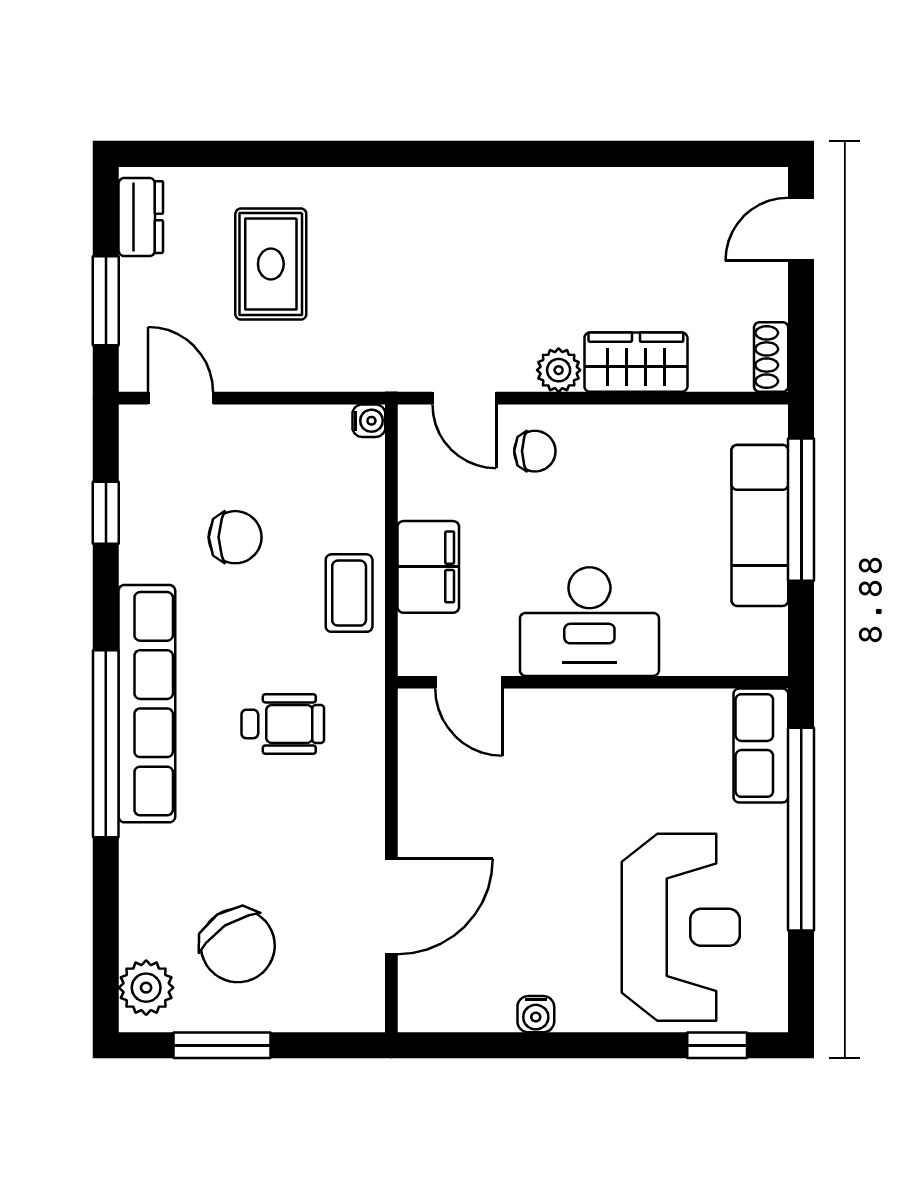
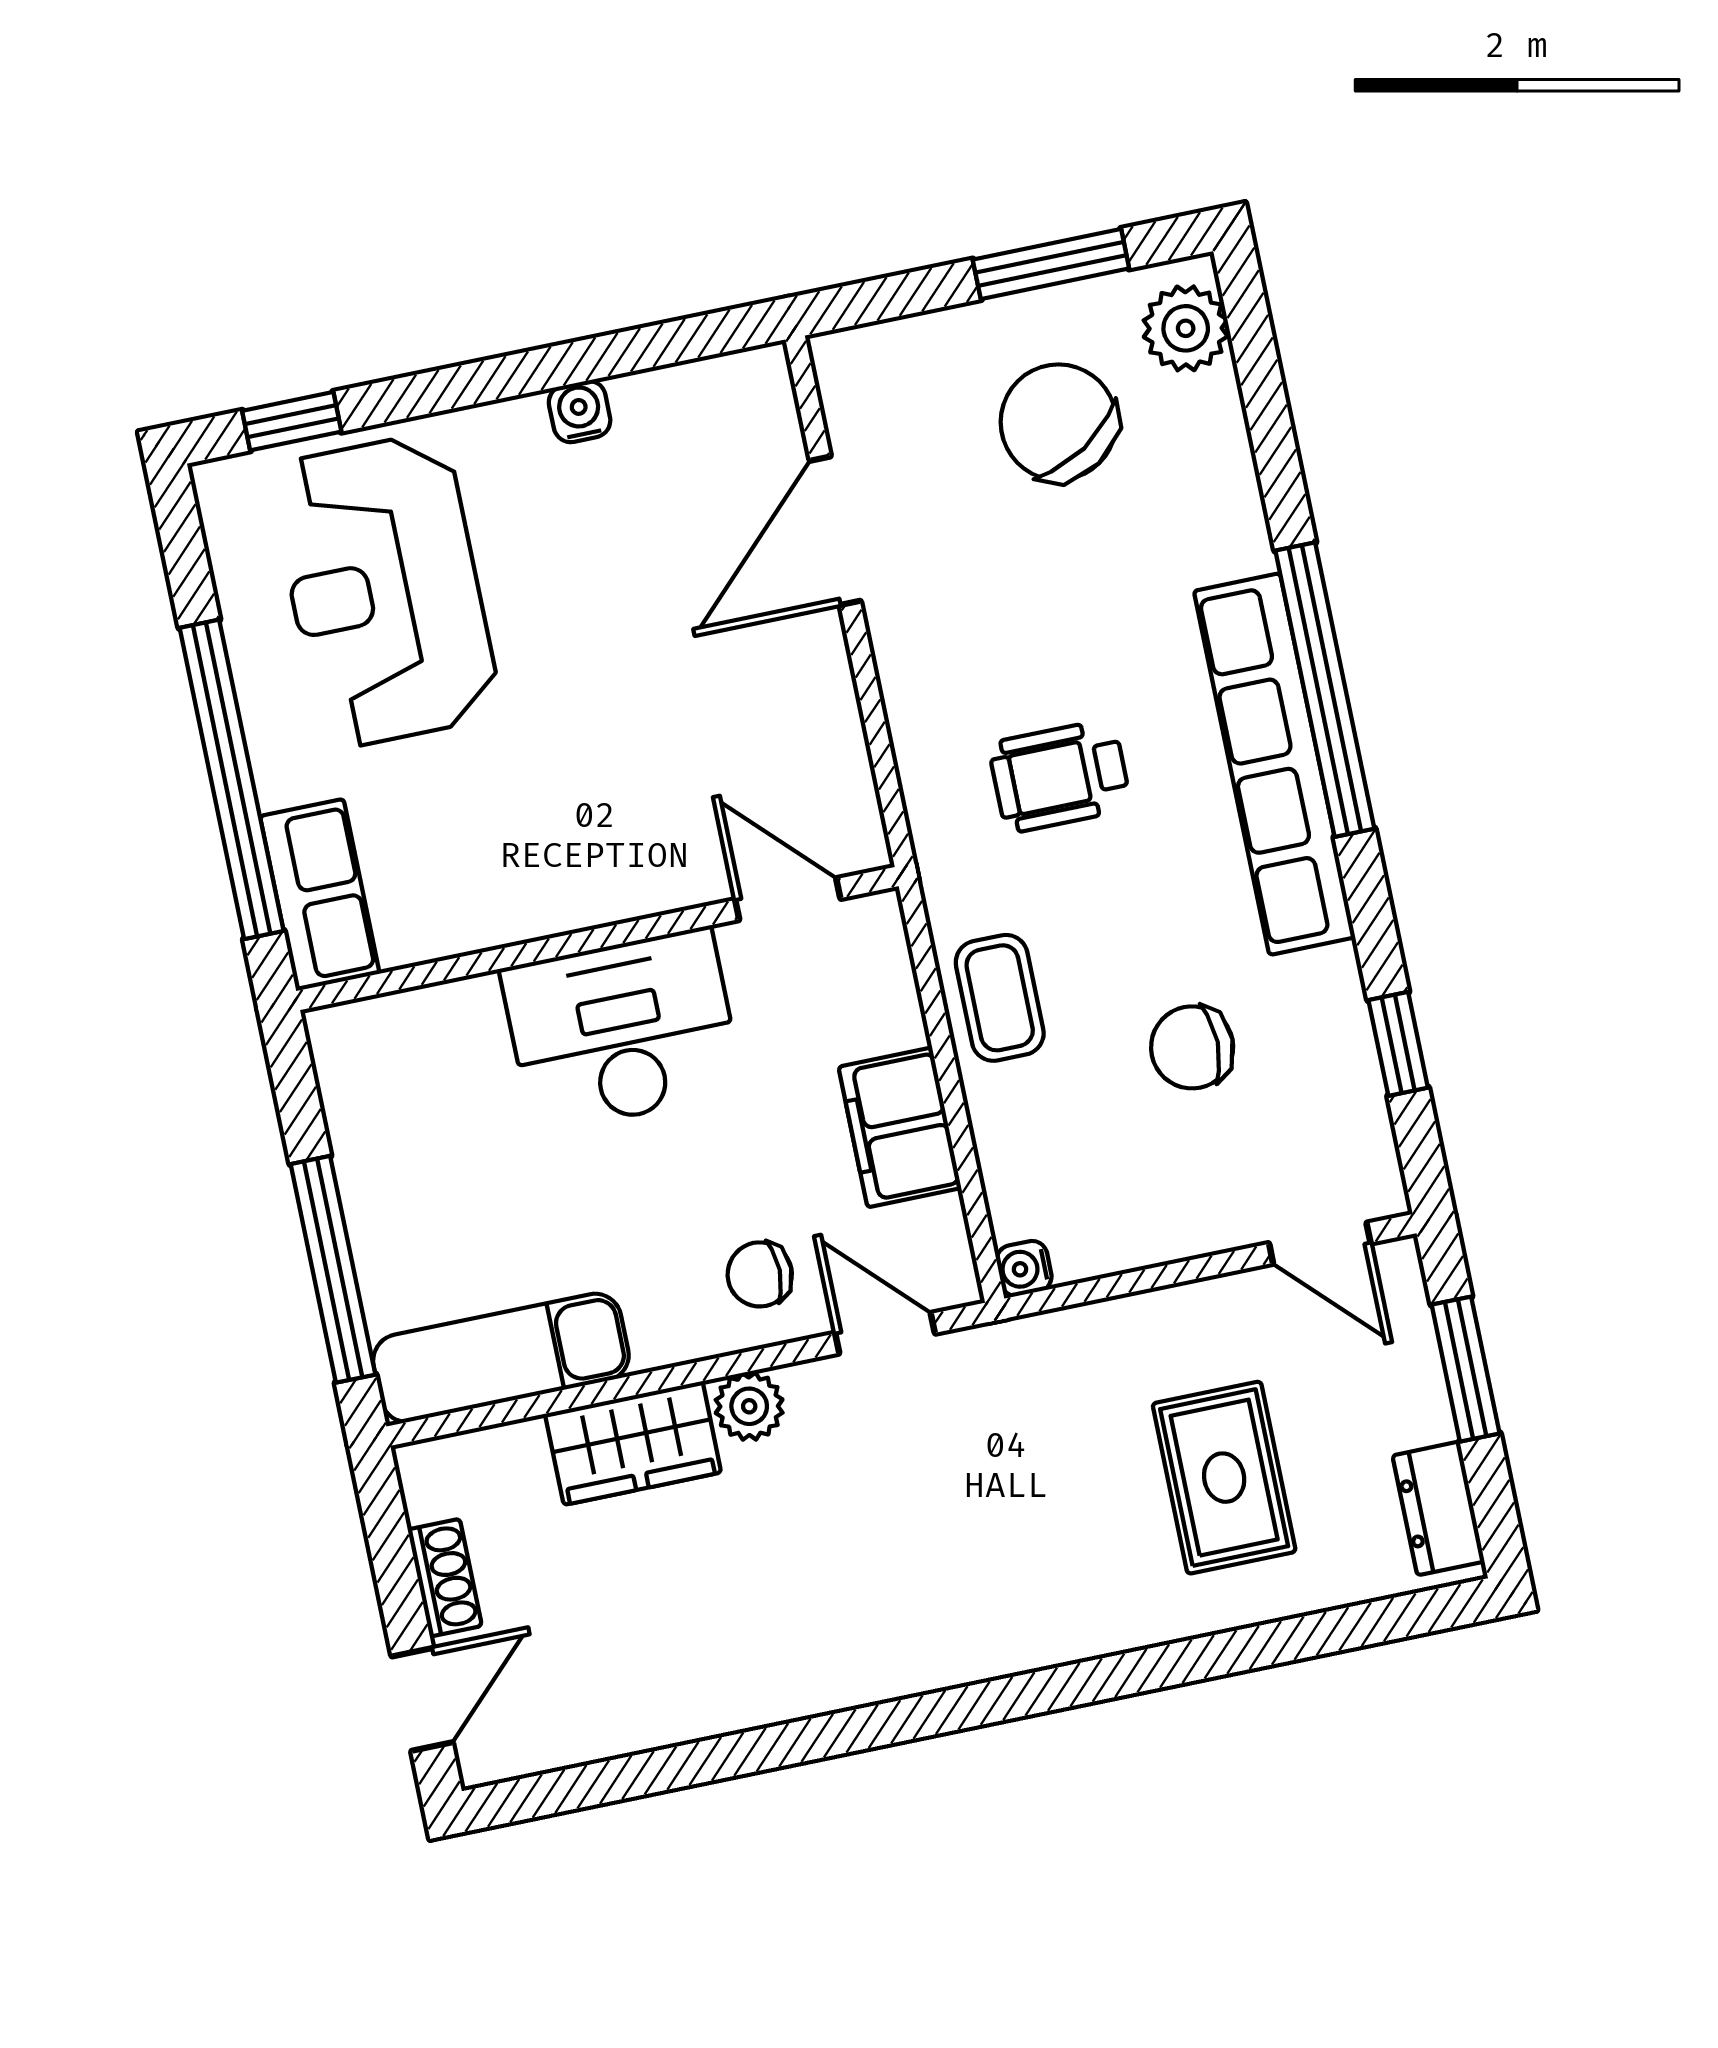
shoe rack: (771, 357) -> (445, 1578), moved
exam couch: (760, 525) -> (501, 1358), moved, turned -90
filing cabinet: (428, 567) -> (900, 1127), moved

